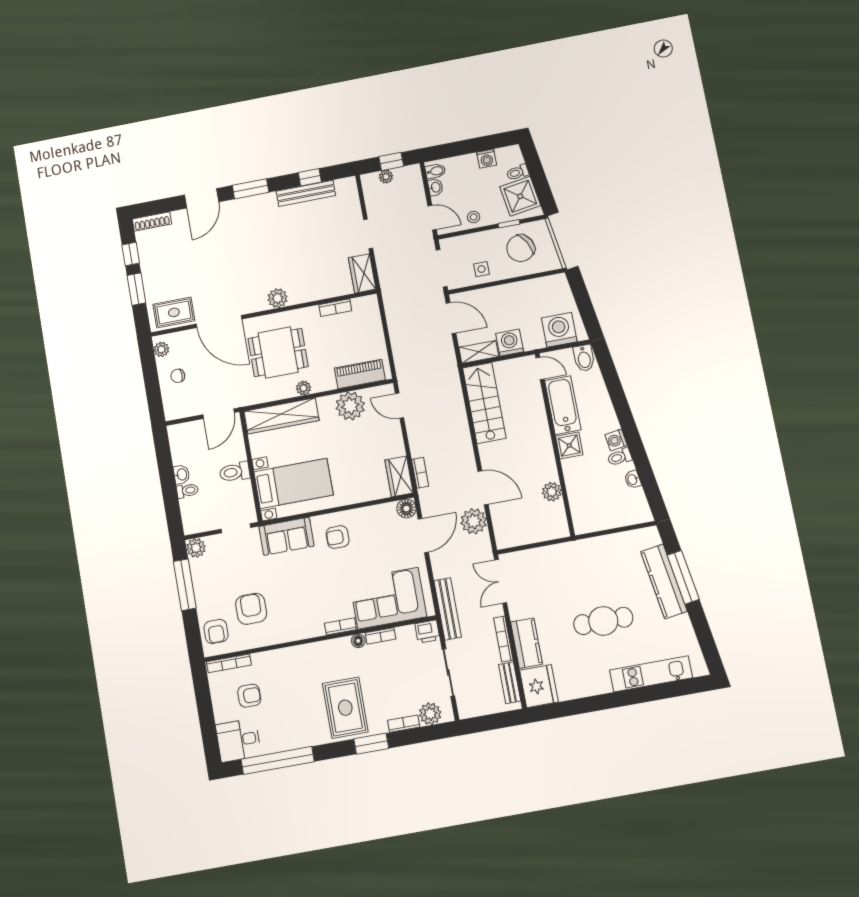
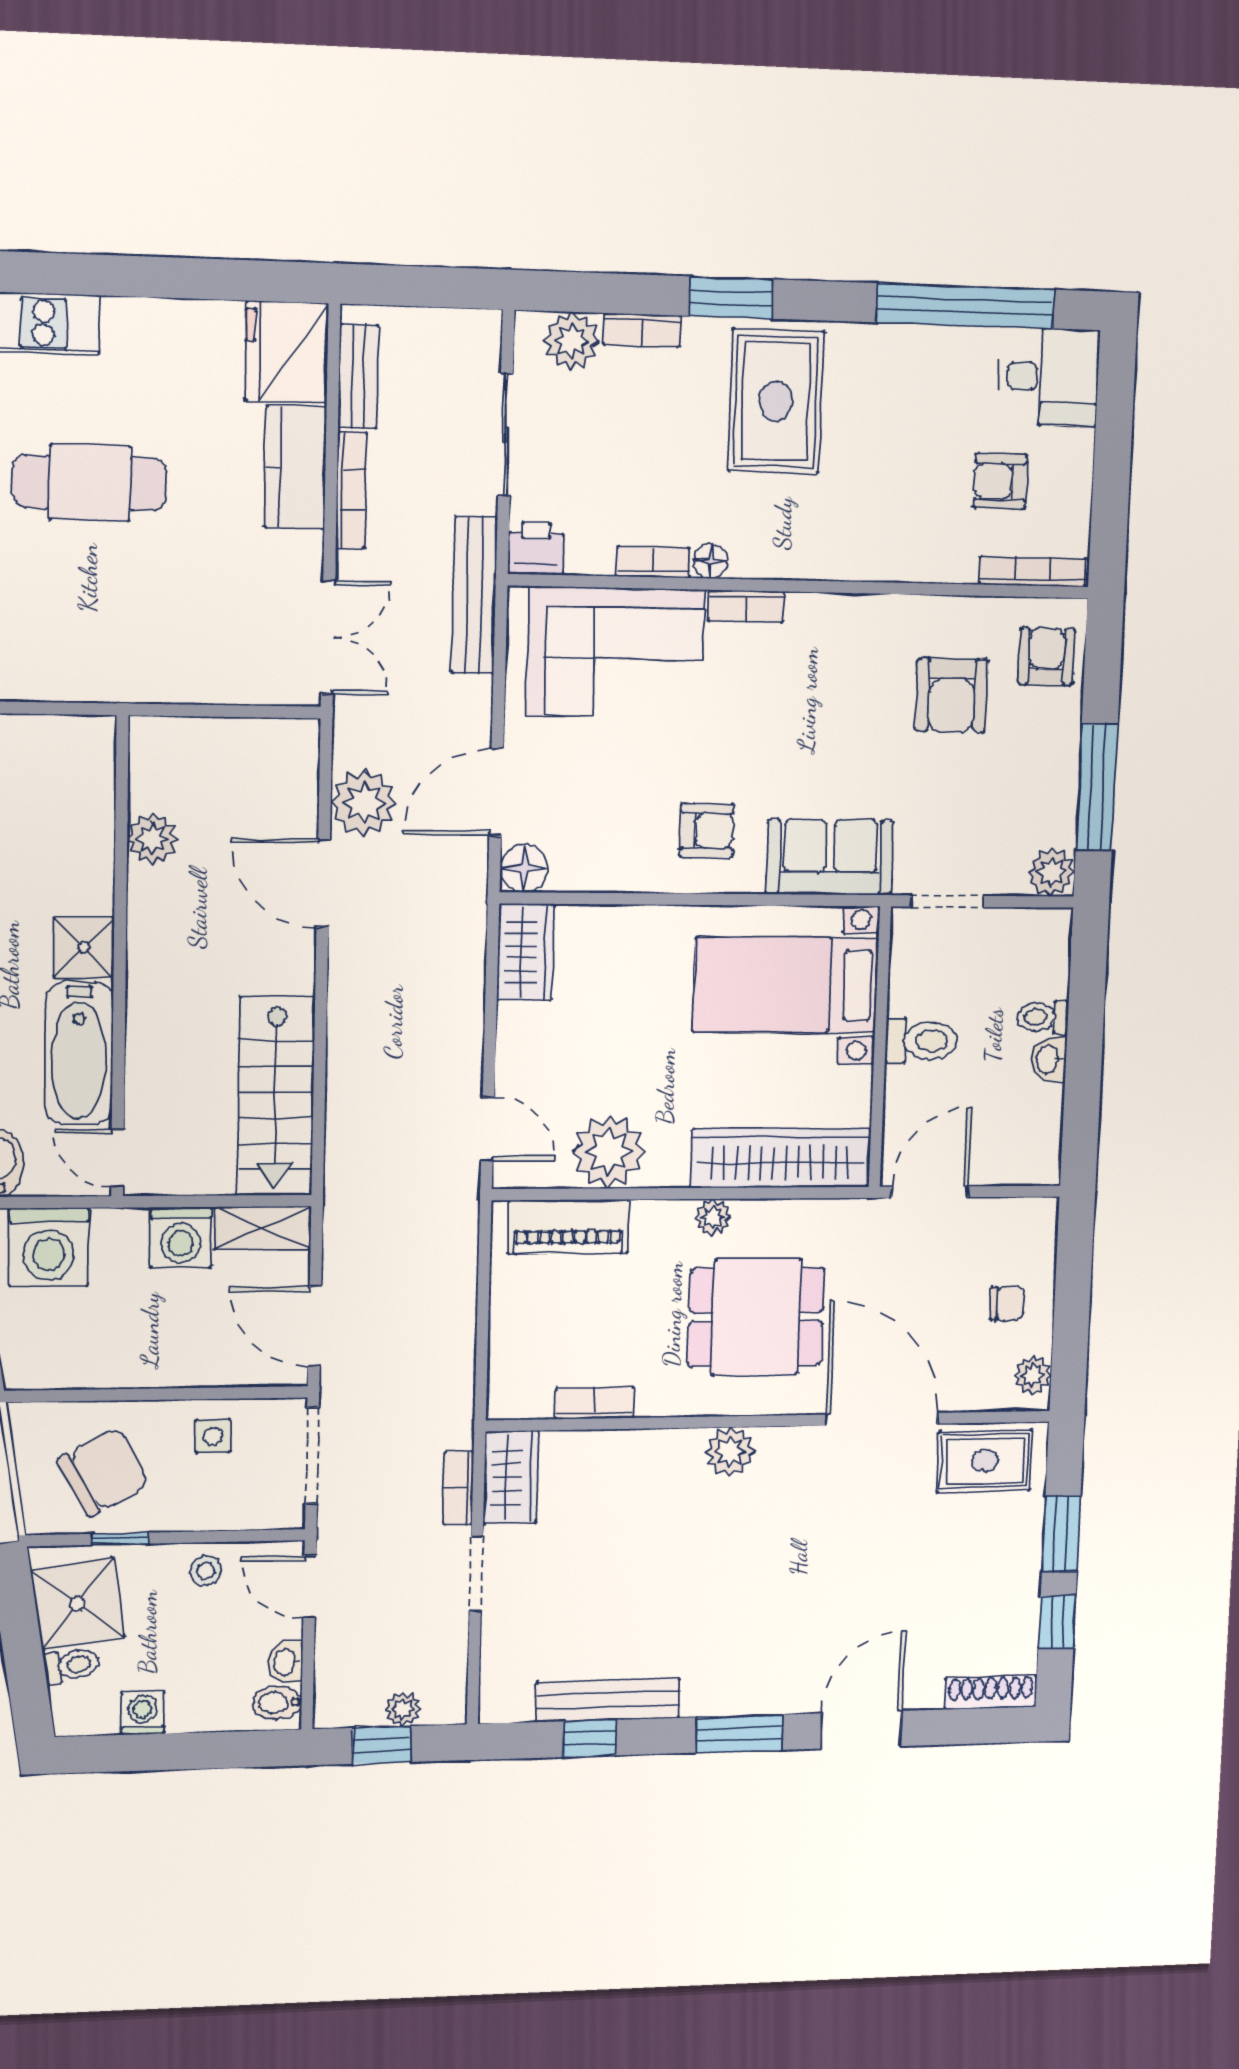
bookcase: (420, 473) -> (458, 1488), moved

